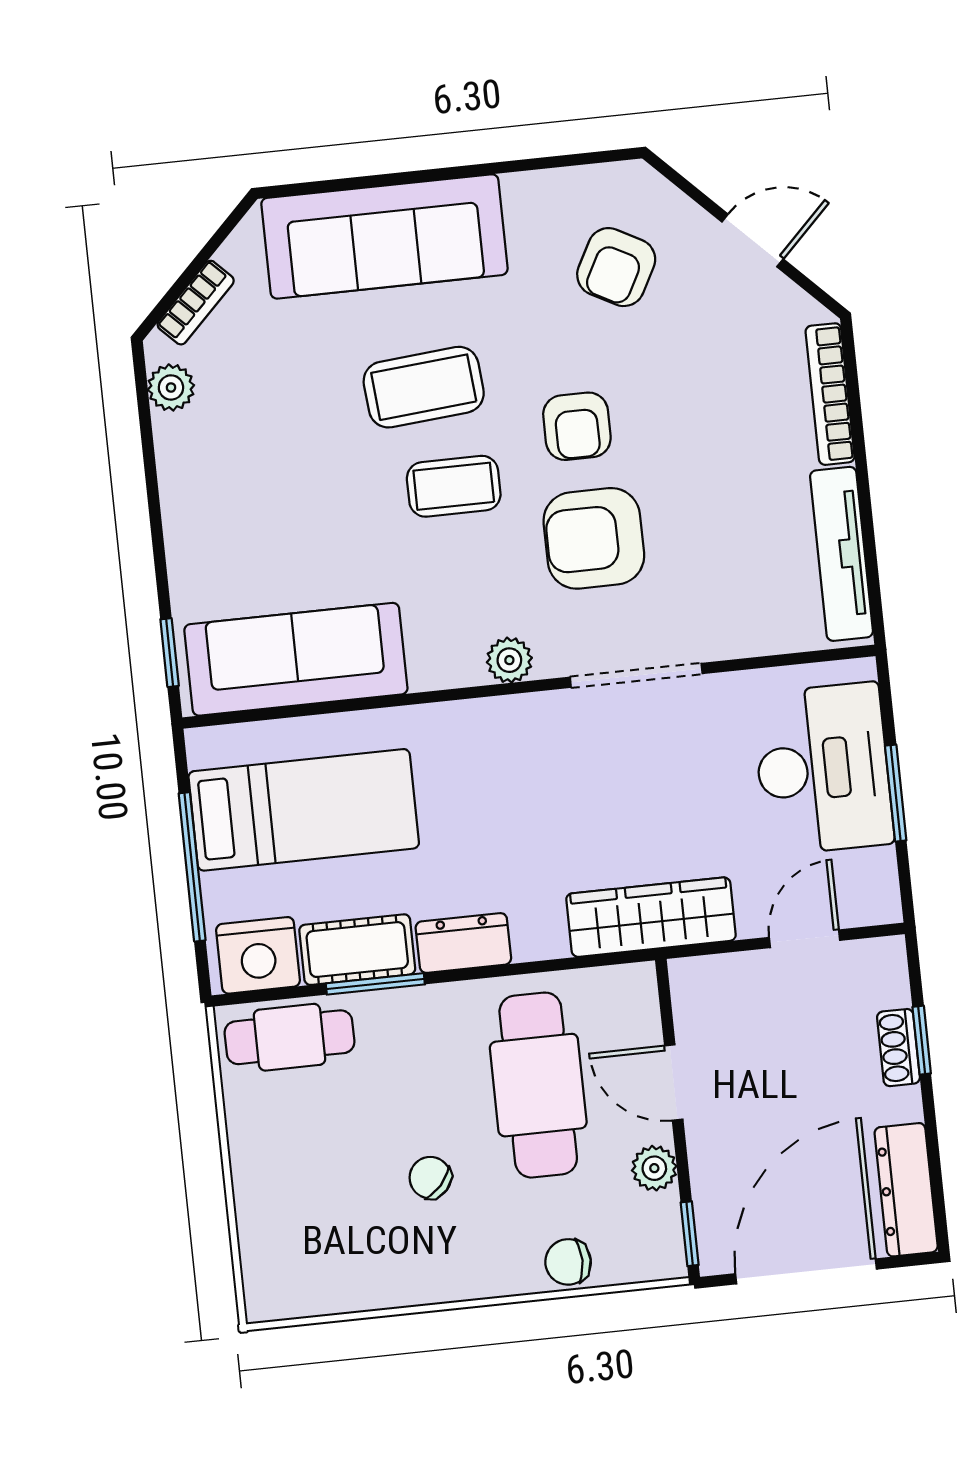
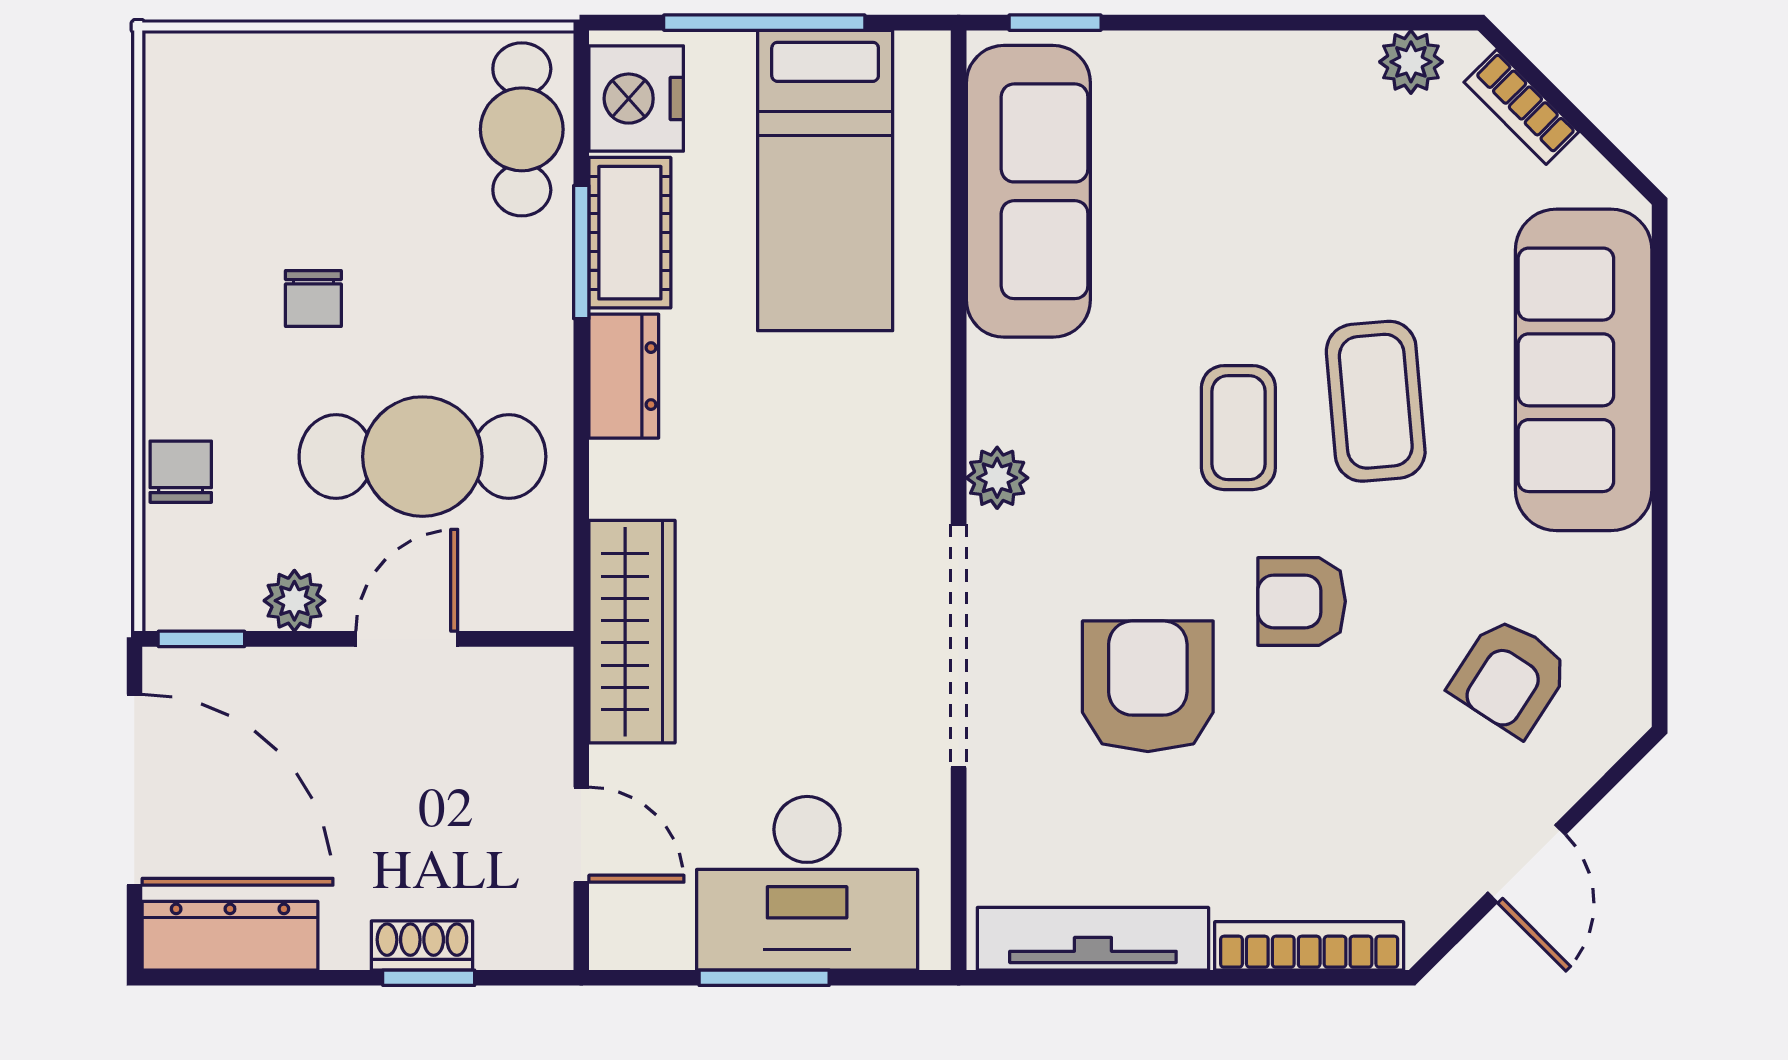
armchair: (616, 267) -> (1510, 677), turned -85
armchair: (594, 538) -> (1148, 686), moved
doorway: (636, 675) -> (959, 646), width x1.36
chair: (430, 1178) -> (313, 299), turned 138

